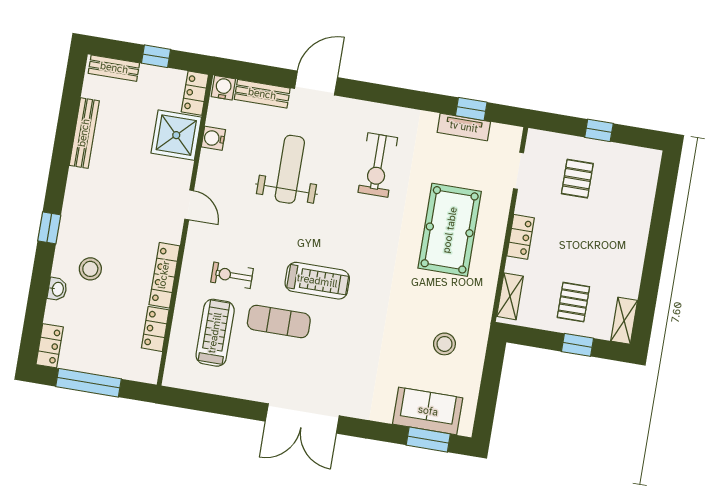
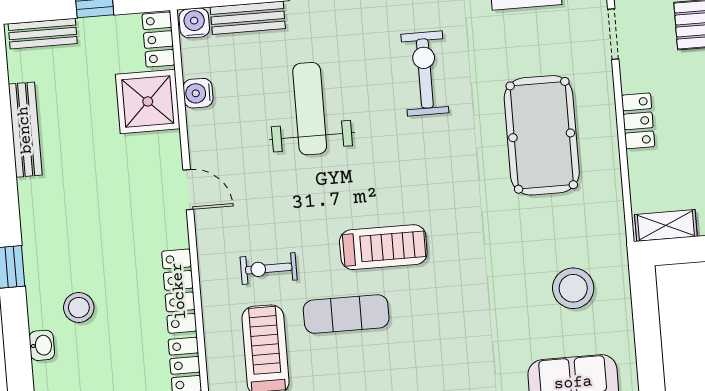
exercise bike: (378, 165) -> (425, 73), turned 180
shelving: (510, 296) -> (666, 225), moved, turned 90
stool: (444, 344) -> (573, 288), width x1.38, depth x1.38

